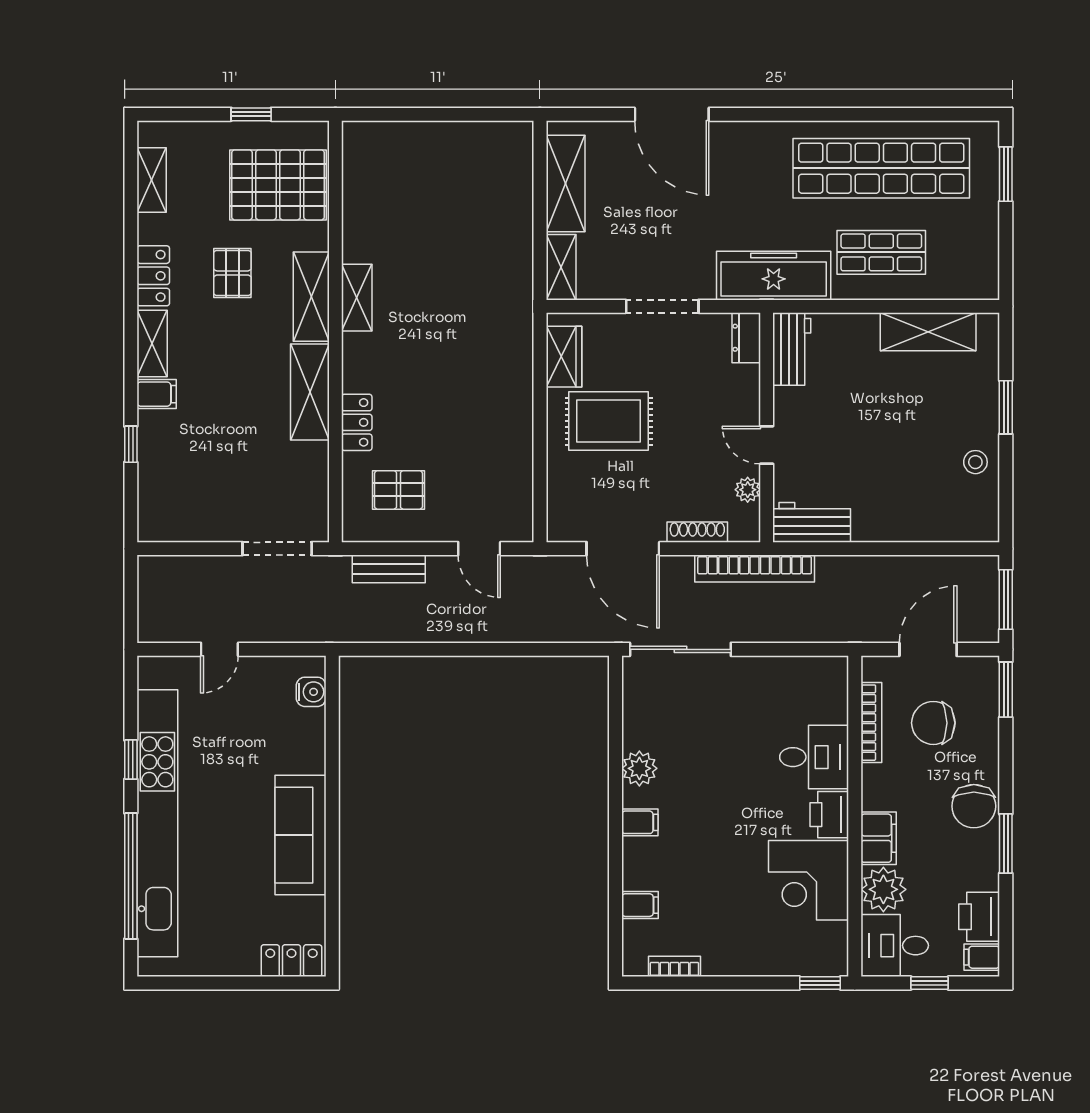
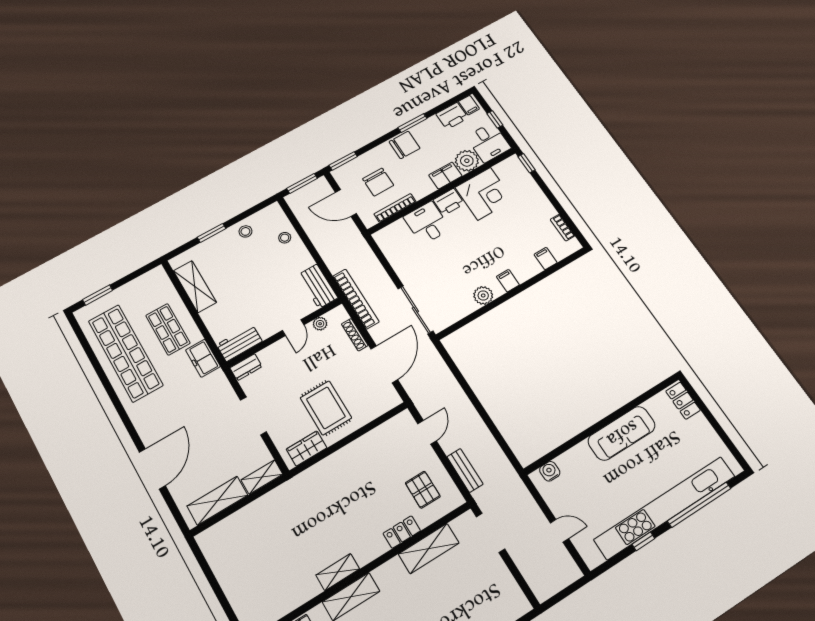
freezer: (774, 276) -> (203, 358), width x0.52, depth x0.79
shelving: (310, 392) -> (429, 549), moved
stool: (927, 518) -> (285, 238), added

